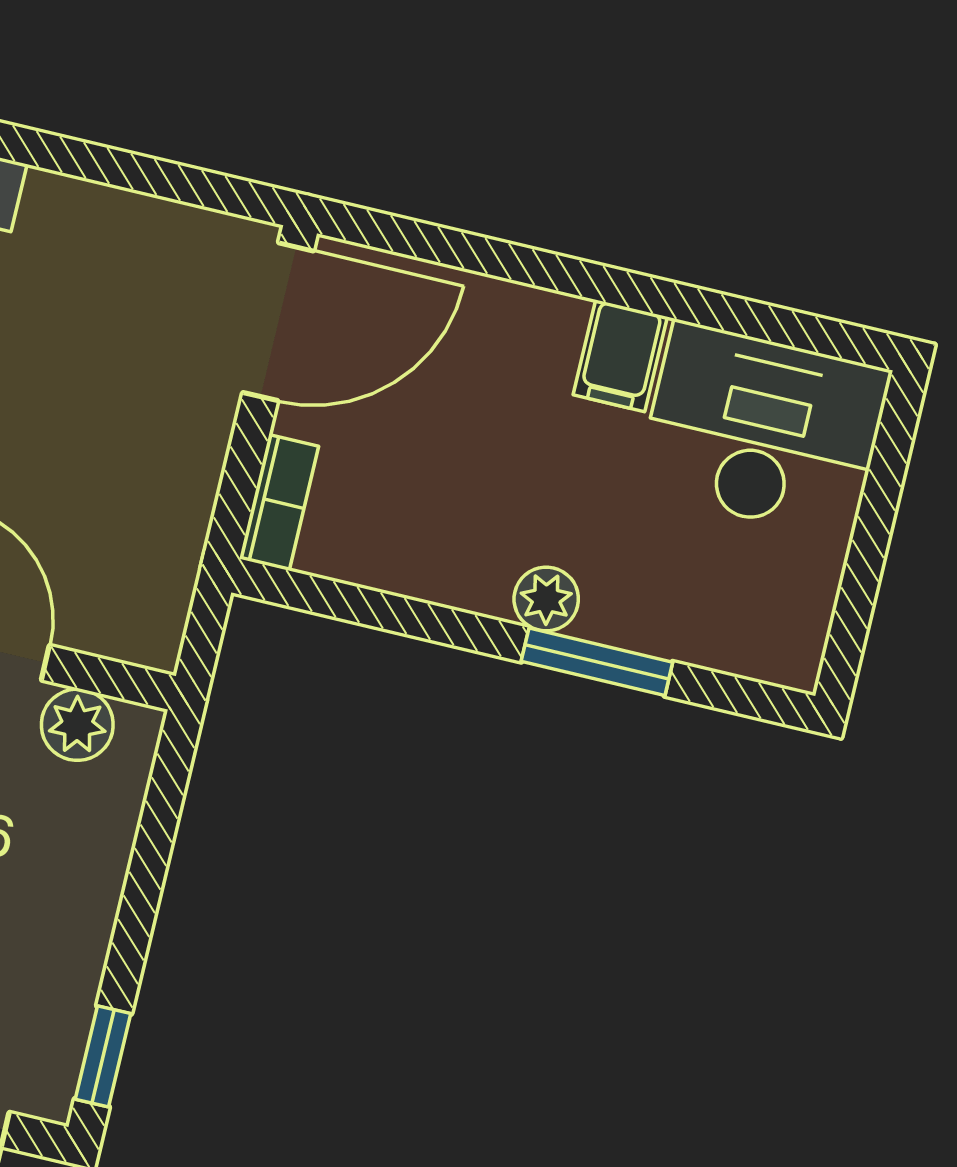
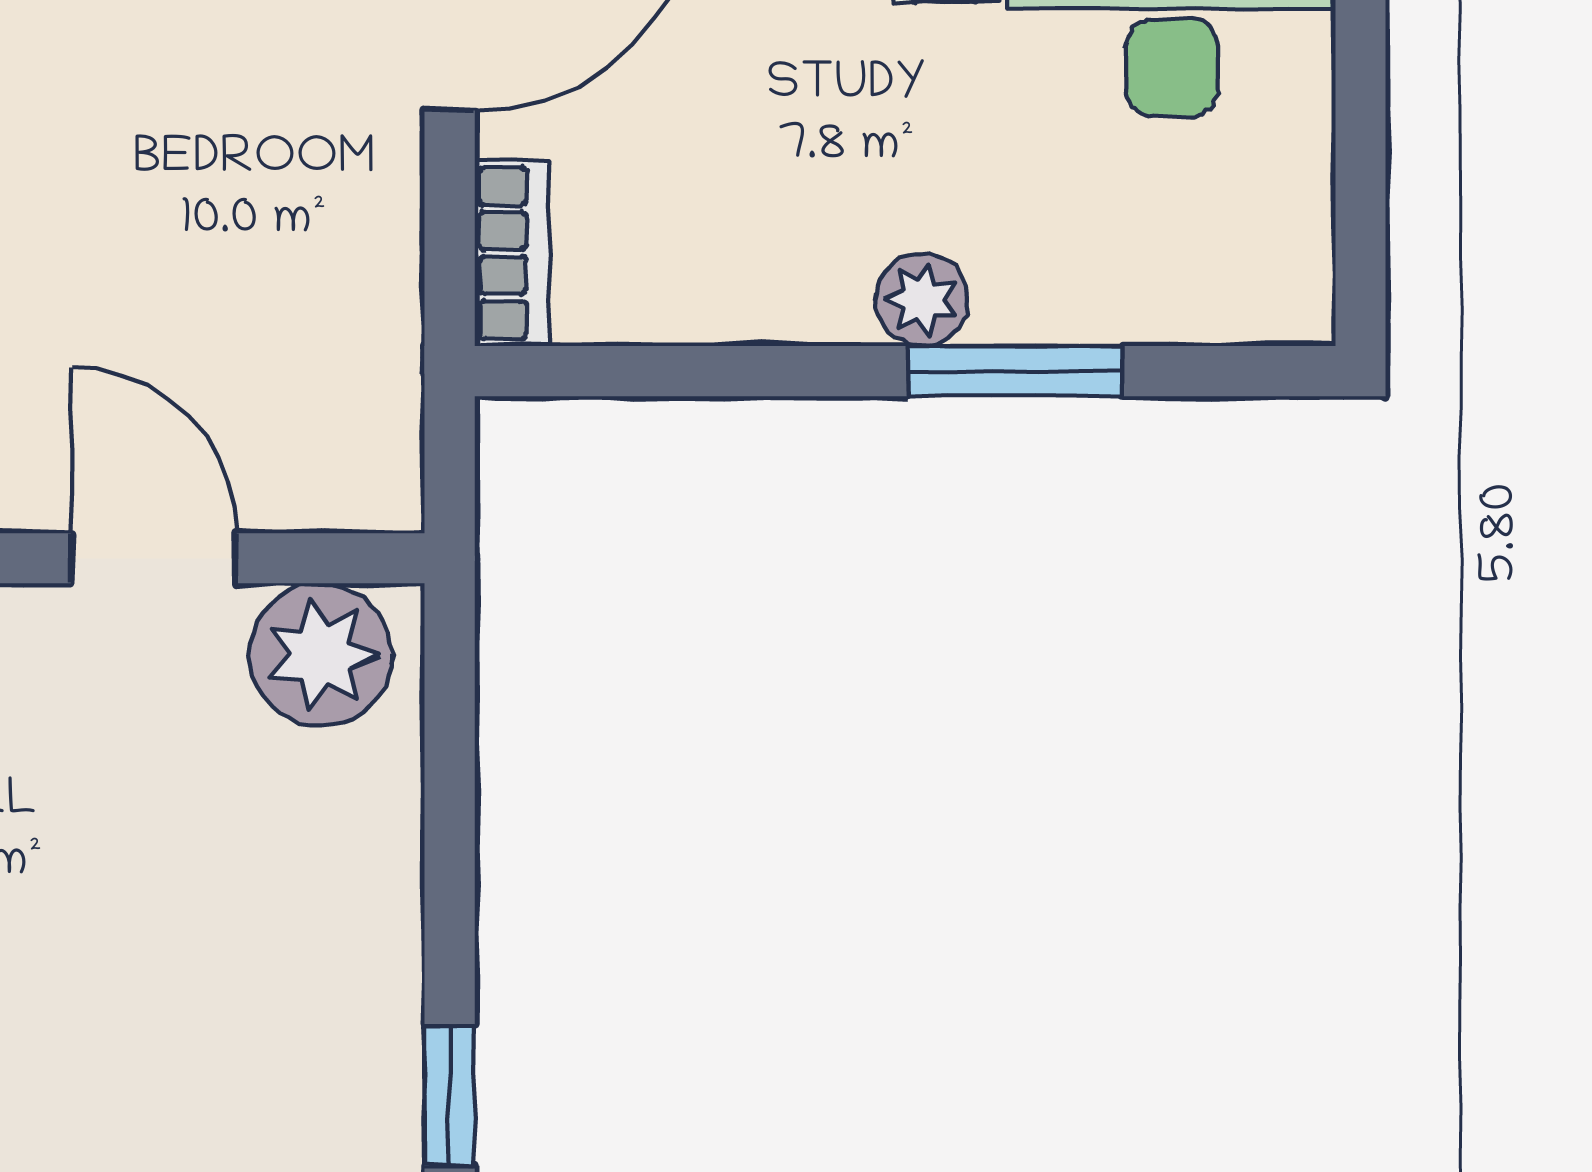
plant: (77, 725) -> (321, 655), width x1.38, depth x1.38

